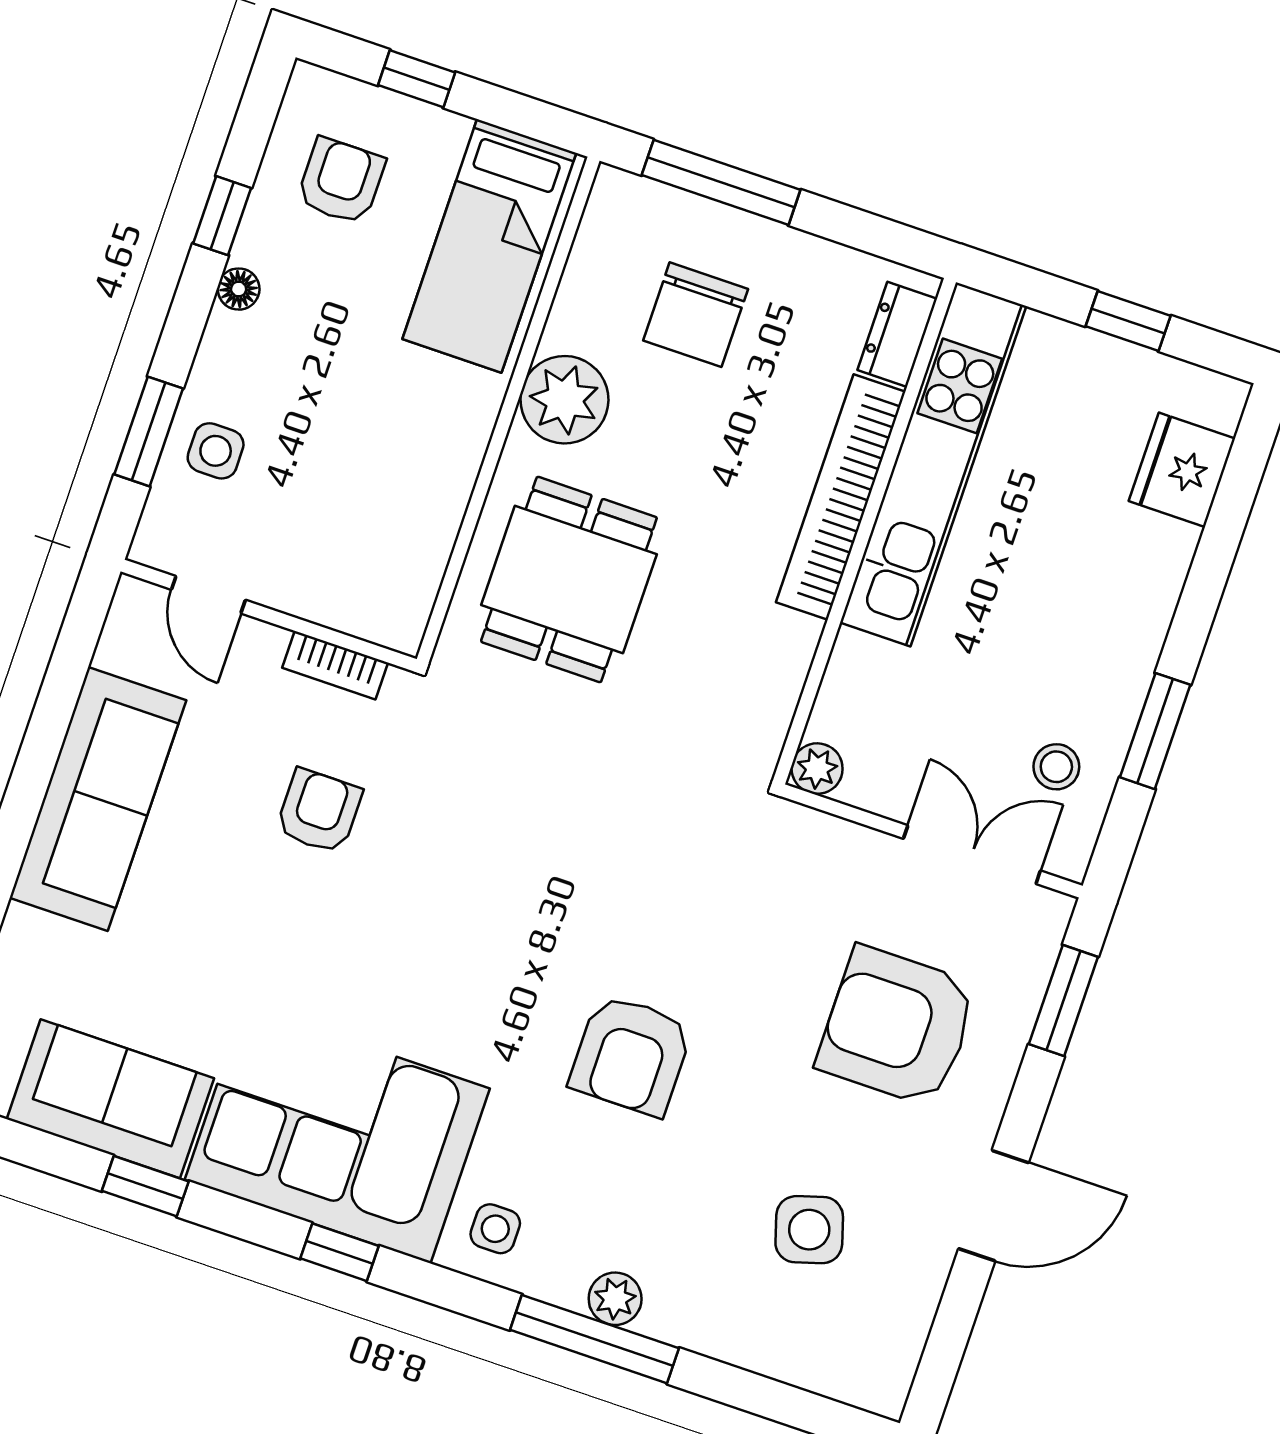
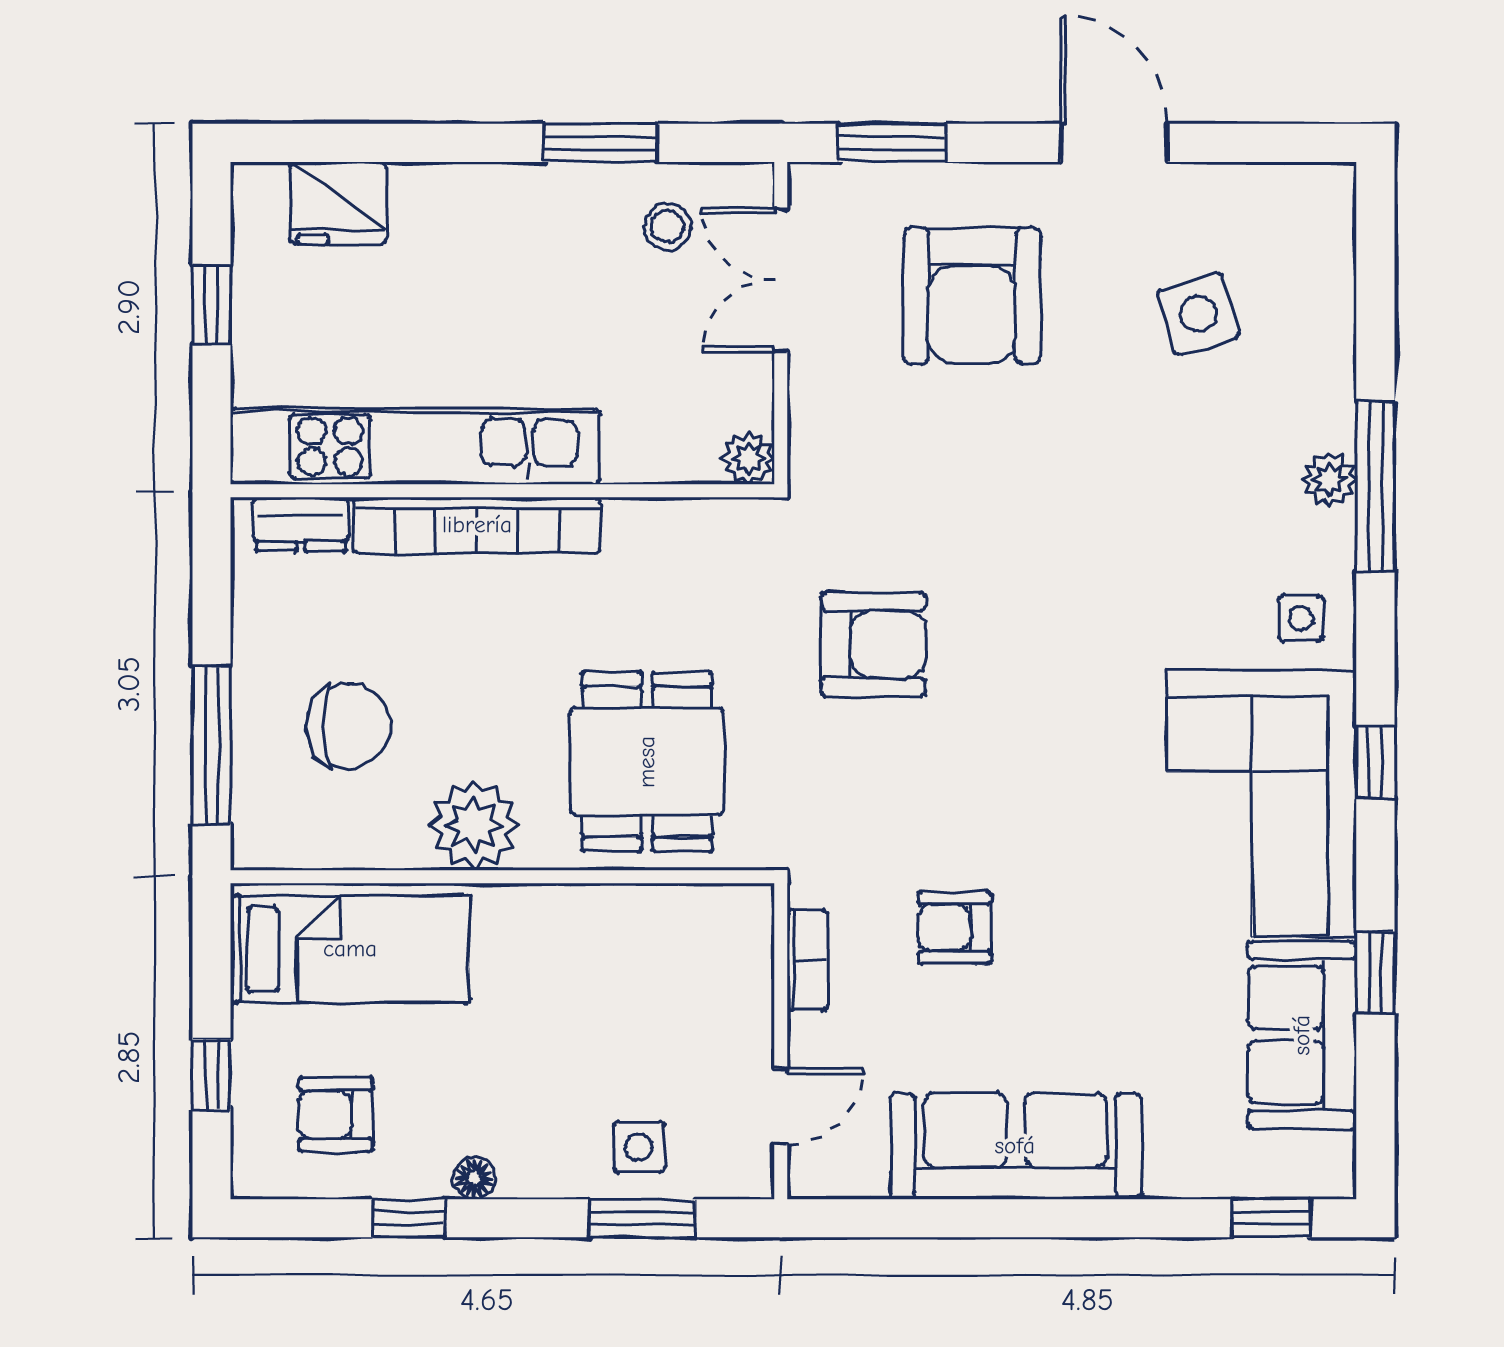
dining table: (569, 580) -> (647, 762), turned 90
armchair: (631, 1055) -> (873, 644), moved

